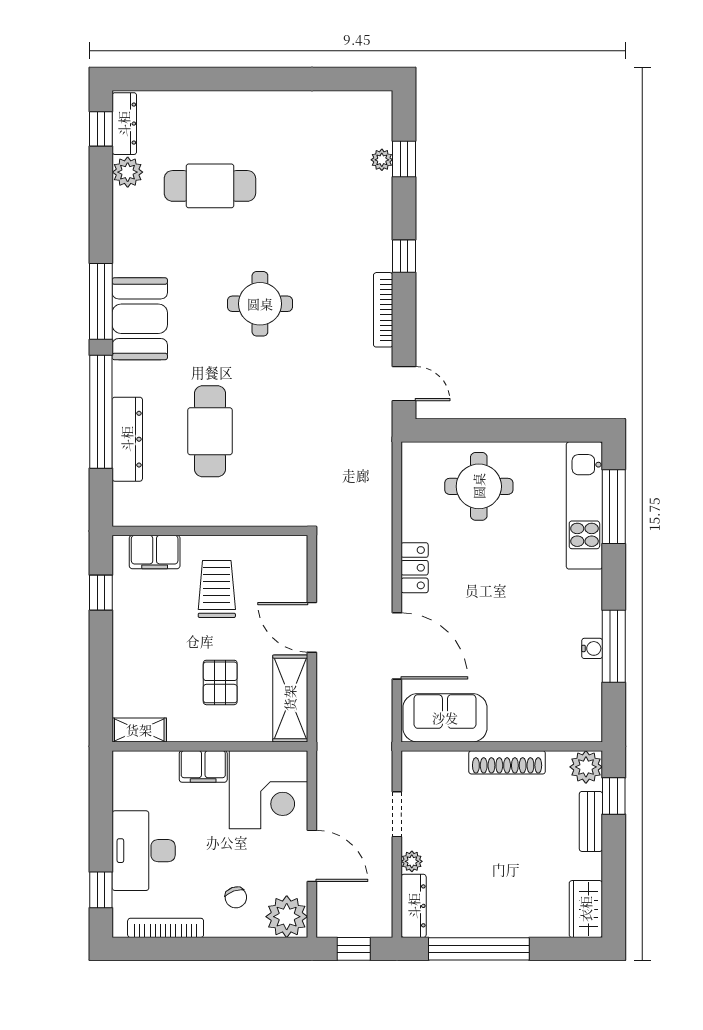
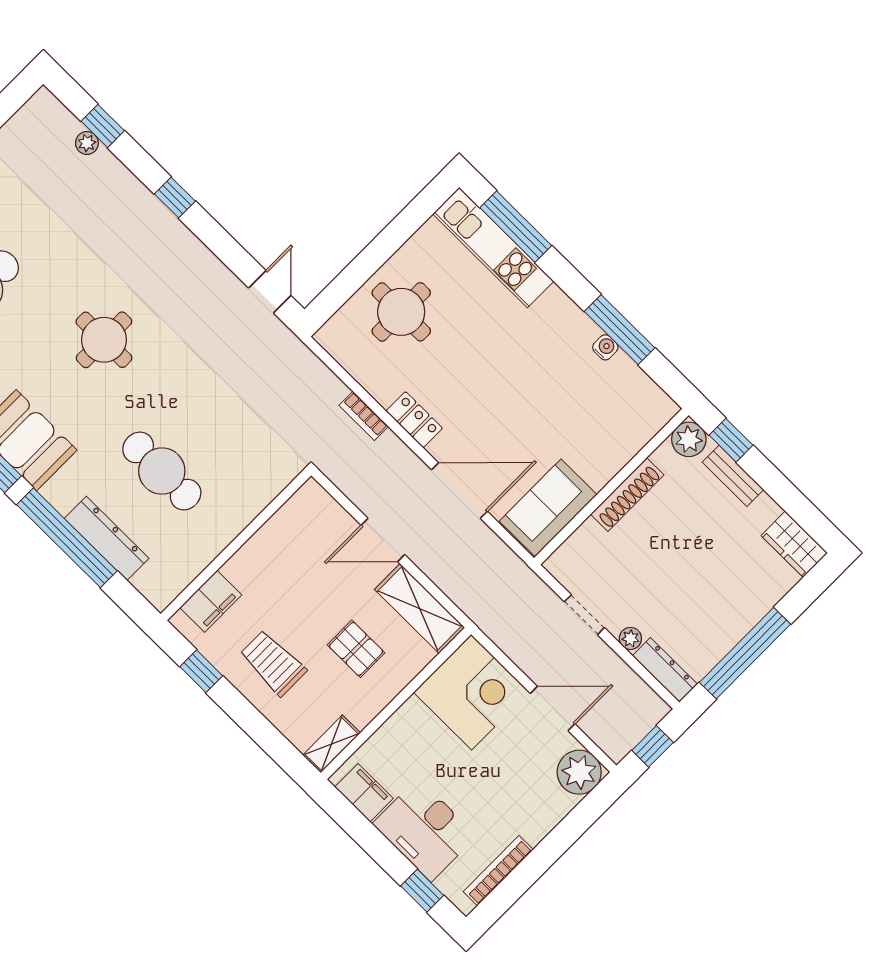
bookcase: (383, 310) -> (364, 416), moved, width x0.64
door: (404, 384) -> (270, 292), hinge flipped
trolley: (217, 589) -> (273, 663), moved
filing cabinet: (203, 766) -> (364, 793), moved, turned -90
chair: (236, 897) -> (527, 796), removed

